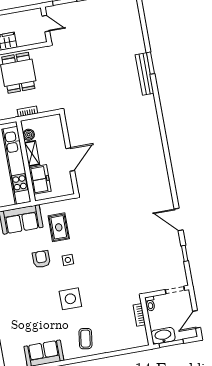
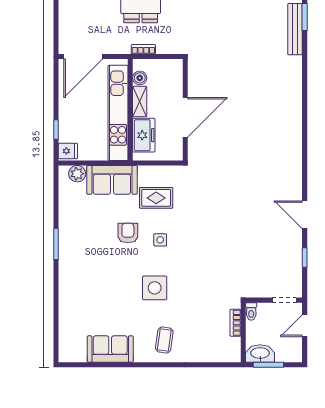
door: (70, 159) -> (185, 117), width x1.36
rug: (59, 227) -> (156, 198), turned 90
door: (197, 319) -> (305, 326), moved

